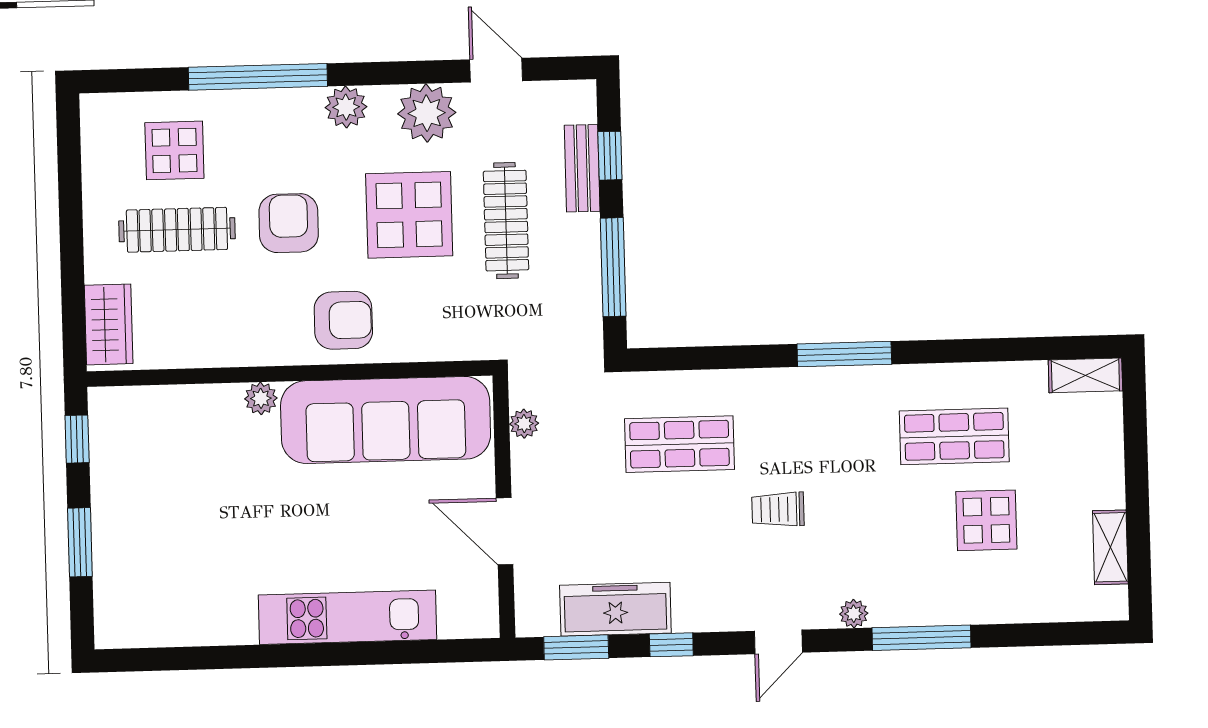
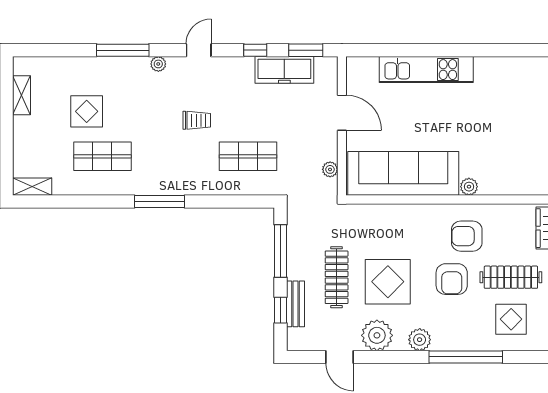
armchair: (343, 320) -> (467, 236), moved

